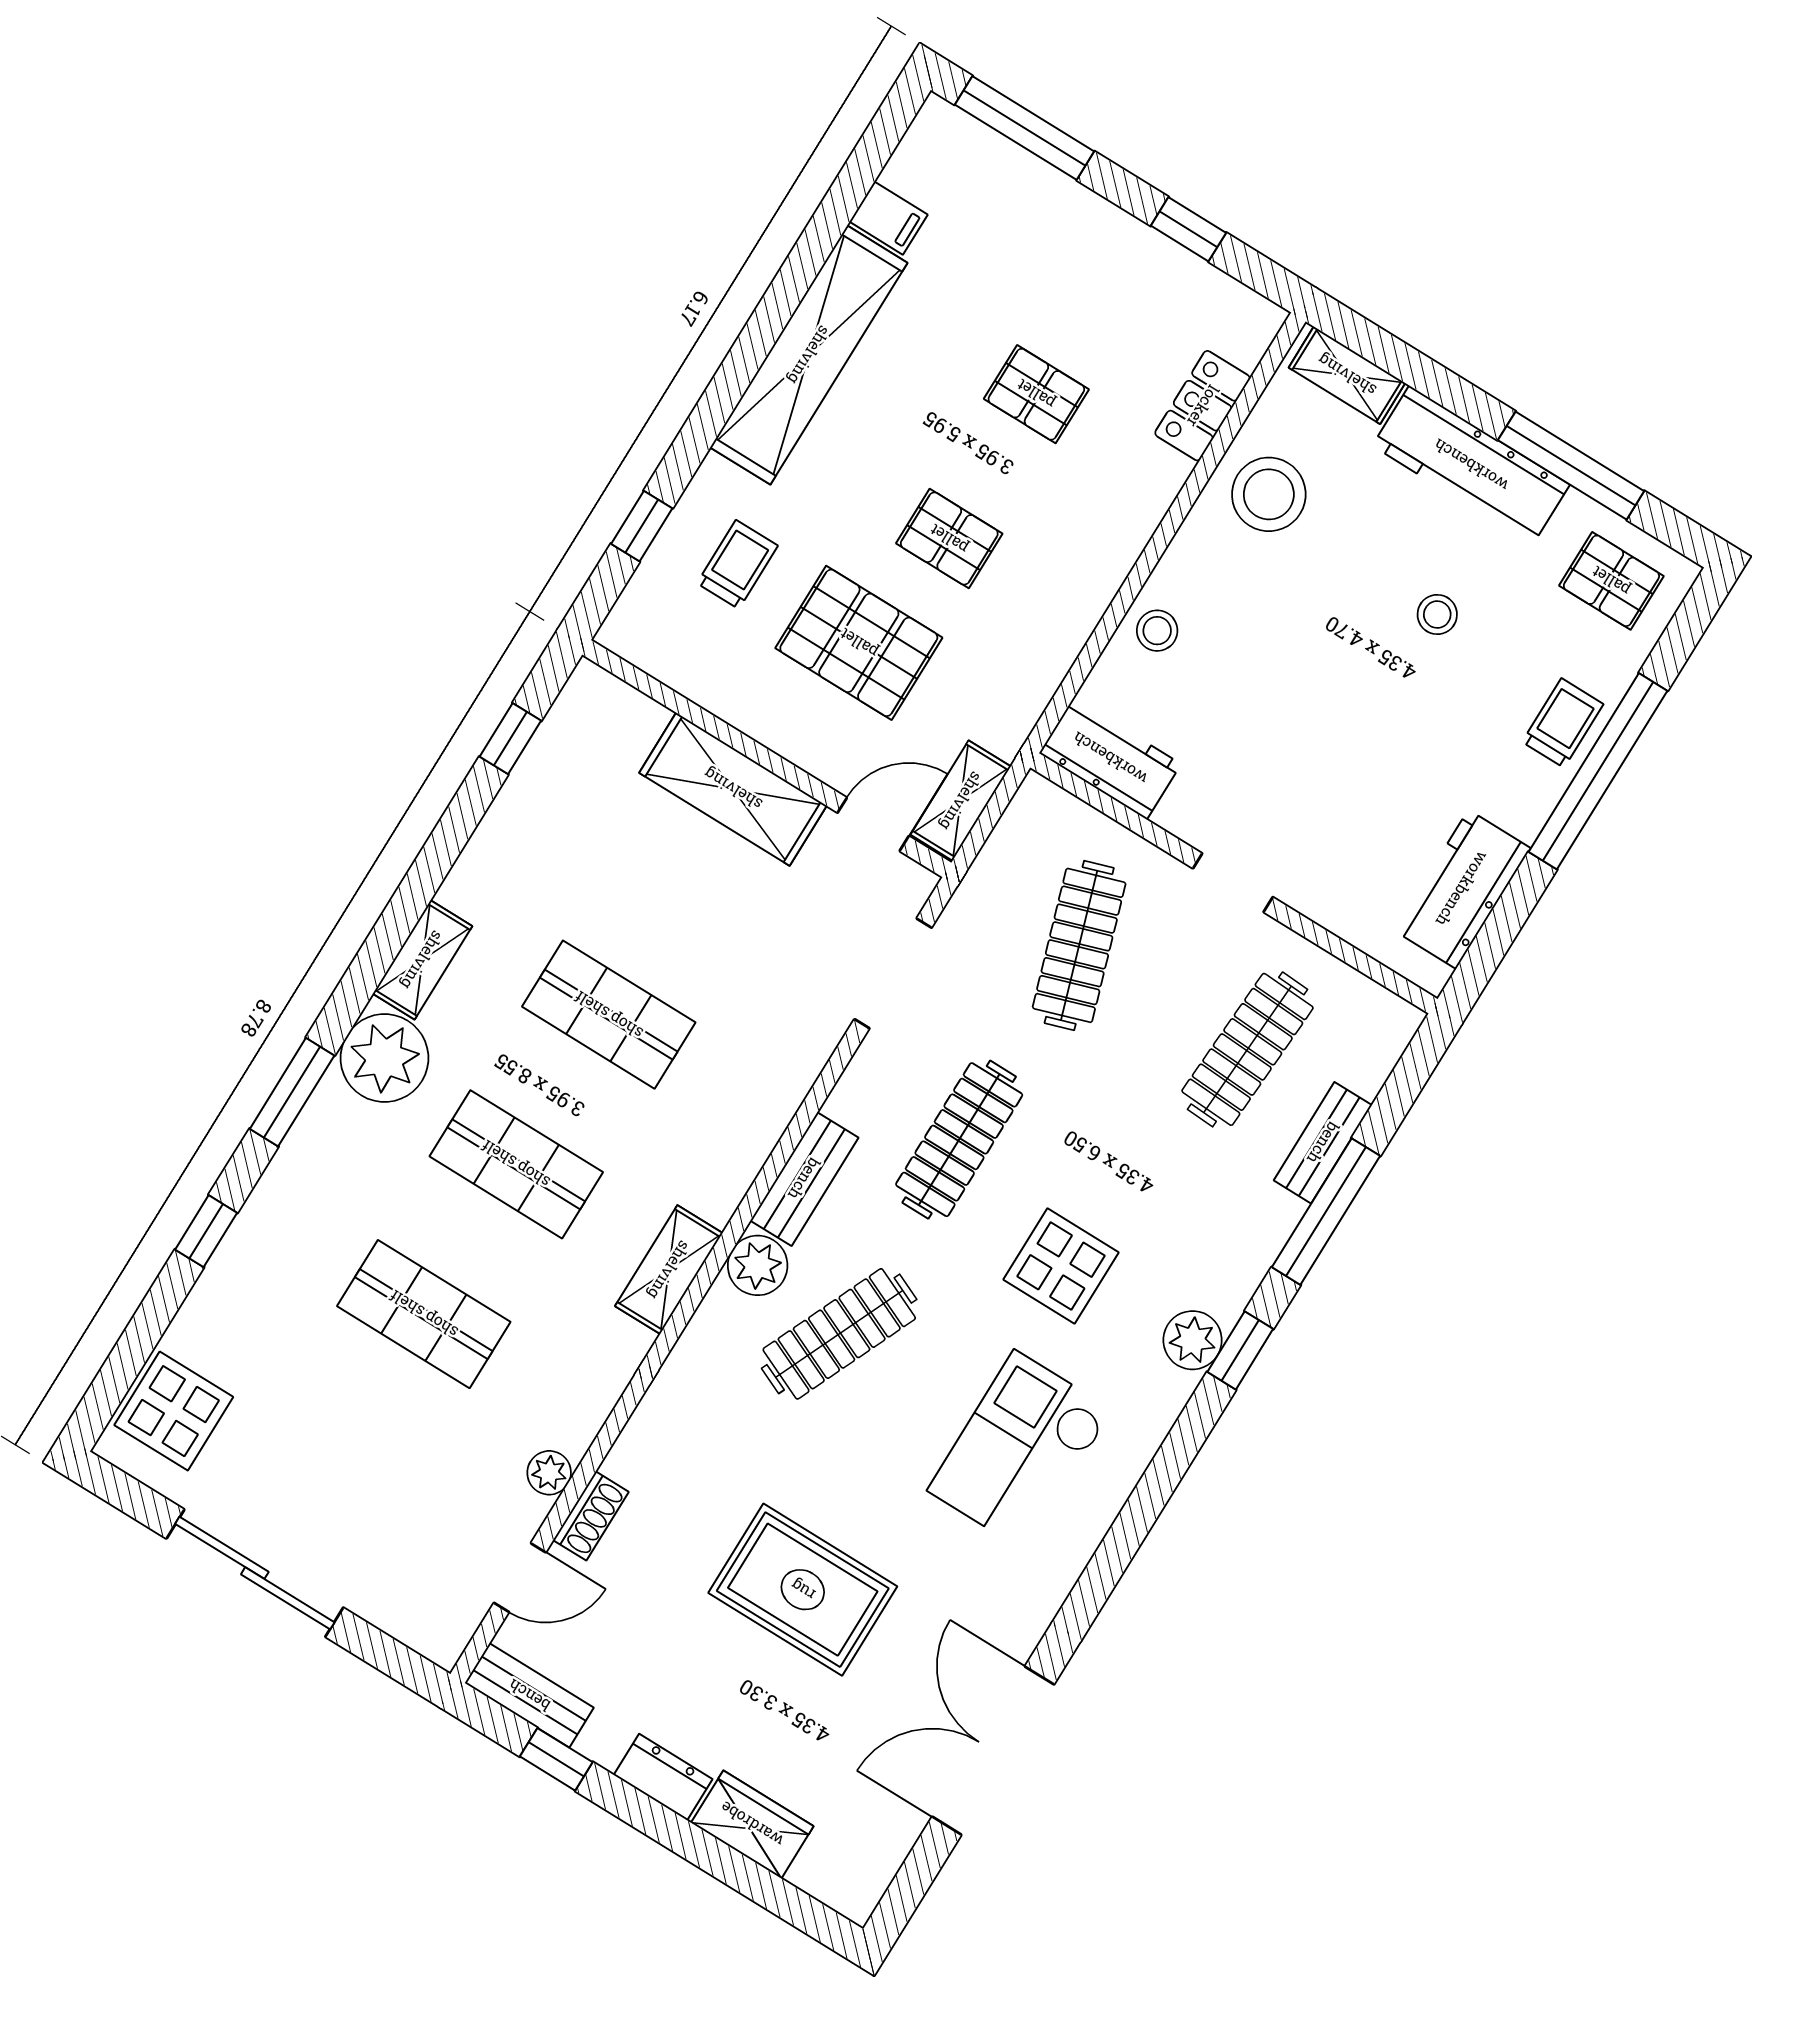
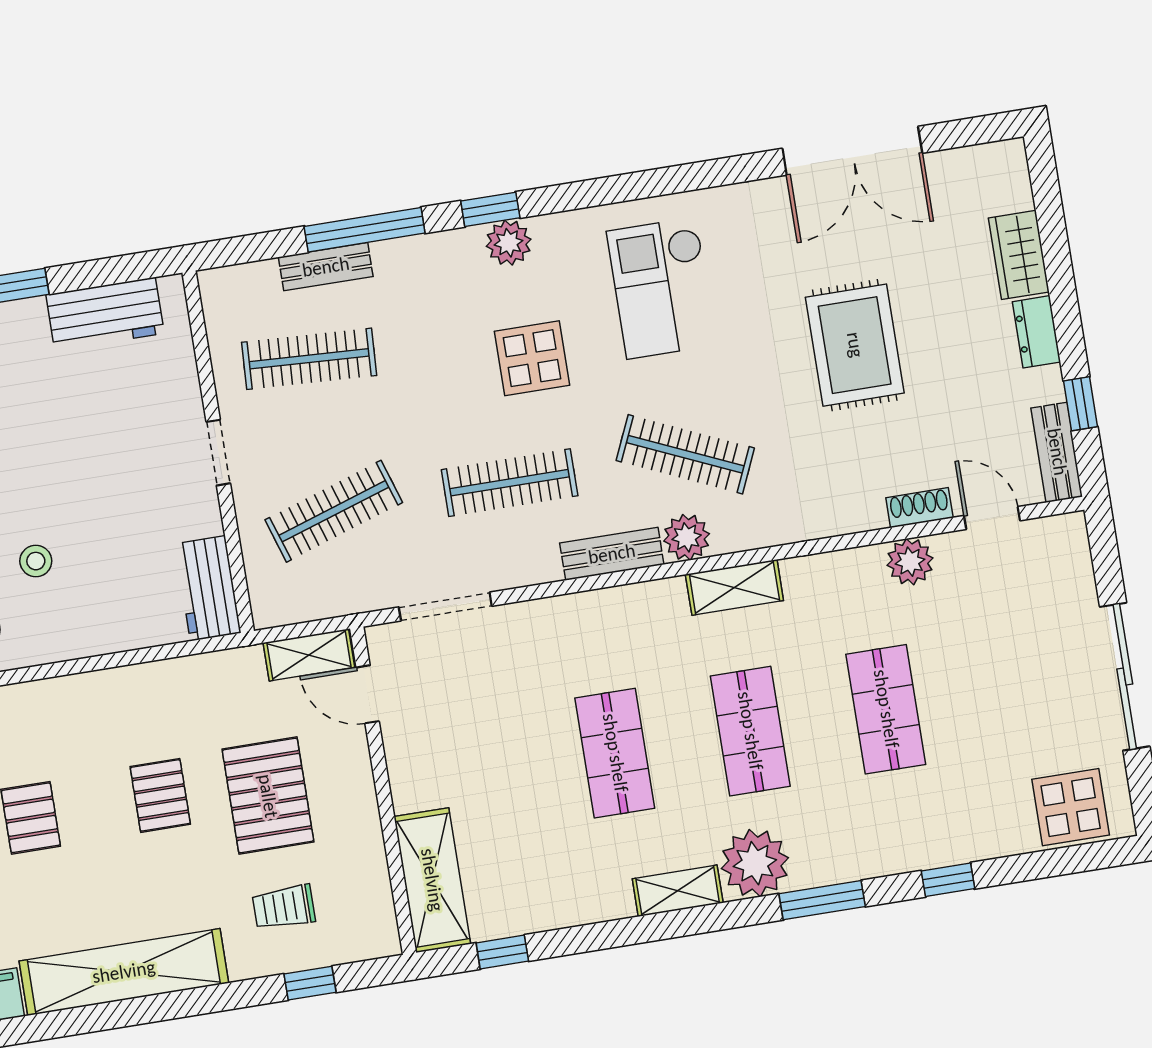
stool: (1157, 631) -> (36, 561), moved
shelving: (733, 789) -> (432, 880), moved
checkout: (1020, 1450) -> (662, 288), turned 90
plant: (549, 1473) -> (910, 562), width x1.38, depth x1.38

